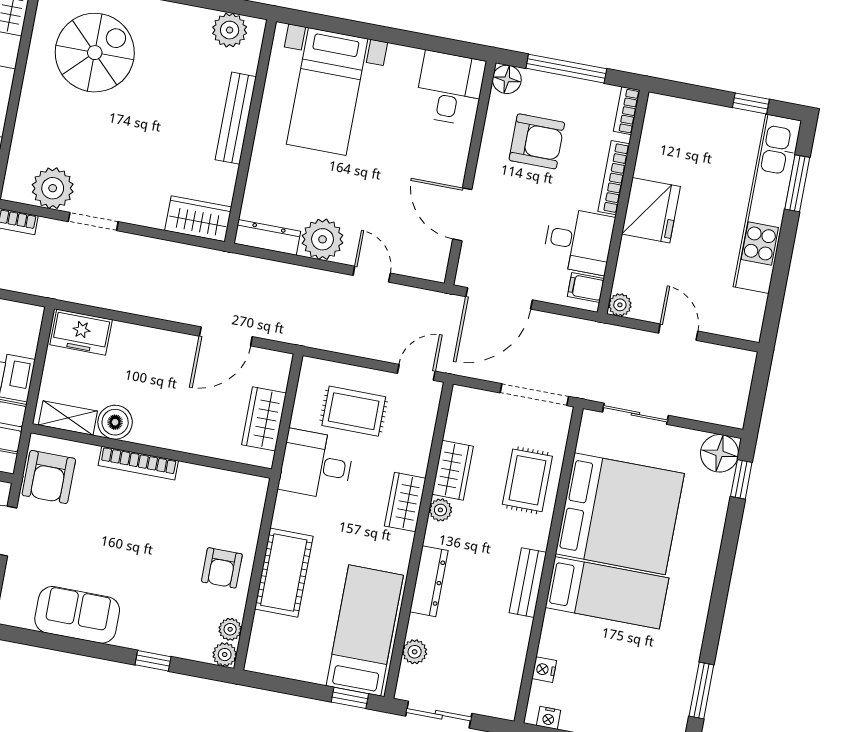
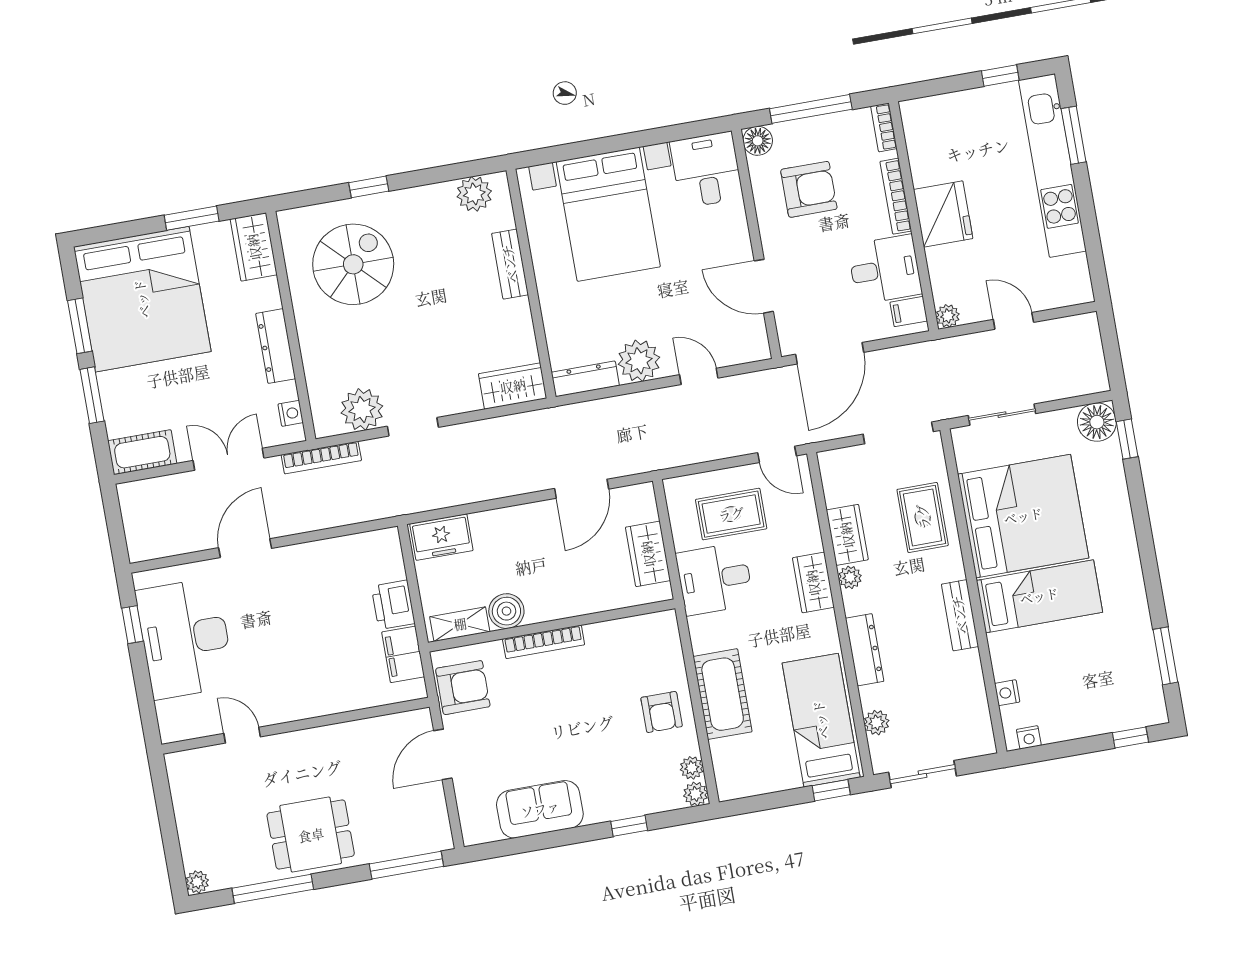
bed with nightstands: (327, 91) -> (608, 214), width x1.36
bench: (236, 118) -> (510, 264), width x0.73
door: (416, 372) -> (777, 454), swing flipped
armchair: (49, 477) -> (463, 688), turned -90

